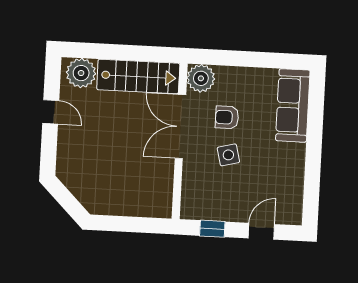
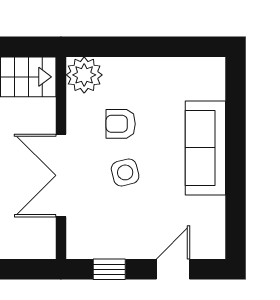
sofa: (293, 105) -> (205, 148), moved
double door: (180, 126) -> (61, 175), moved

